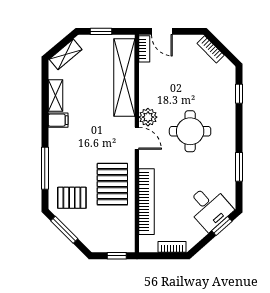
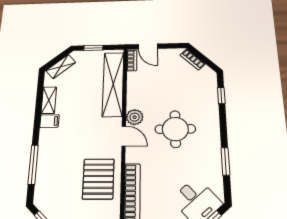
pallet: (72, 198) -> (57, 192), removed

